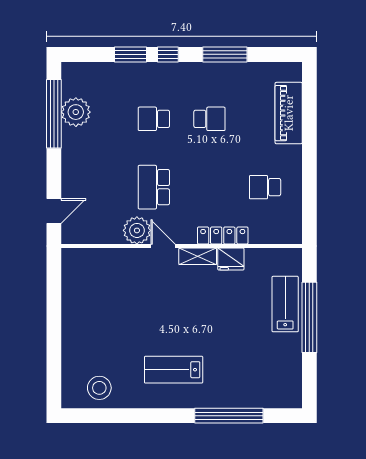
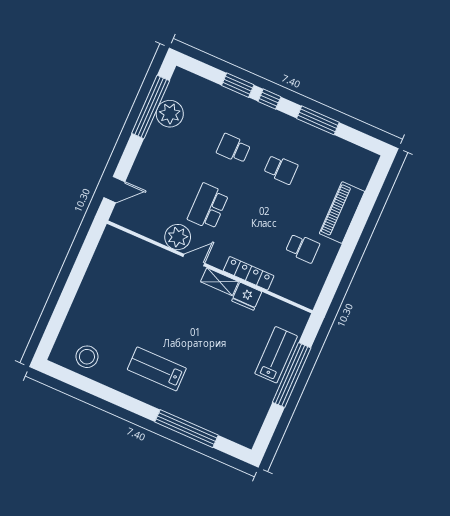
piano: (289, 113) -> (342, 213), moved
school desk: (265, 187) -> (303, 248), turned 180
door: (163, 246) -> (194, 260), hinge flipped

